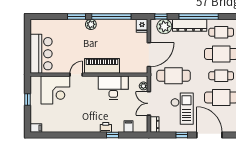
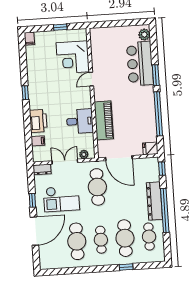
plant: (91, 24) -> (144, 35), moved
plant: (164, 26) -> (151, 173), removed
bar counter: (41, 54) -> (140, 64), moved, turned 90
piano: (102, 66) -> (104, 120), moved
door: (76, 75) -> (91, 79), swing flipped
desk: (113, 88) -> (80, 121), width x0.73
printer: (106, 127) -> (38, 121), width x1.87, depth x1.48
window: (112, 135) -> (25, 93), moved

